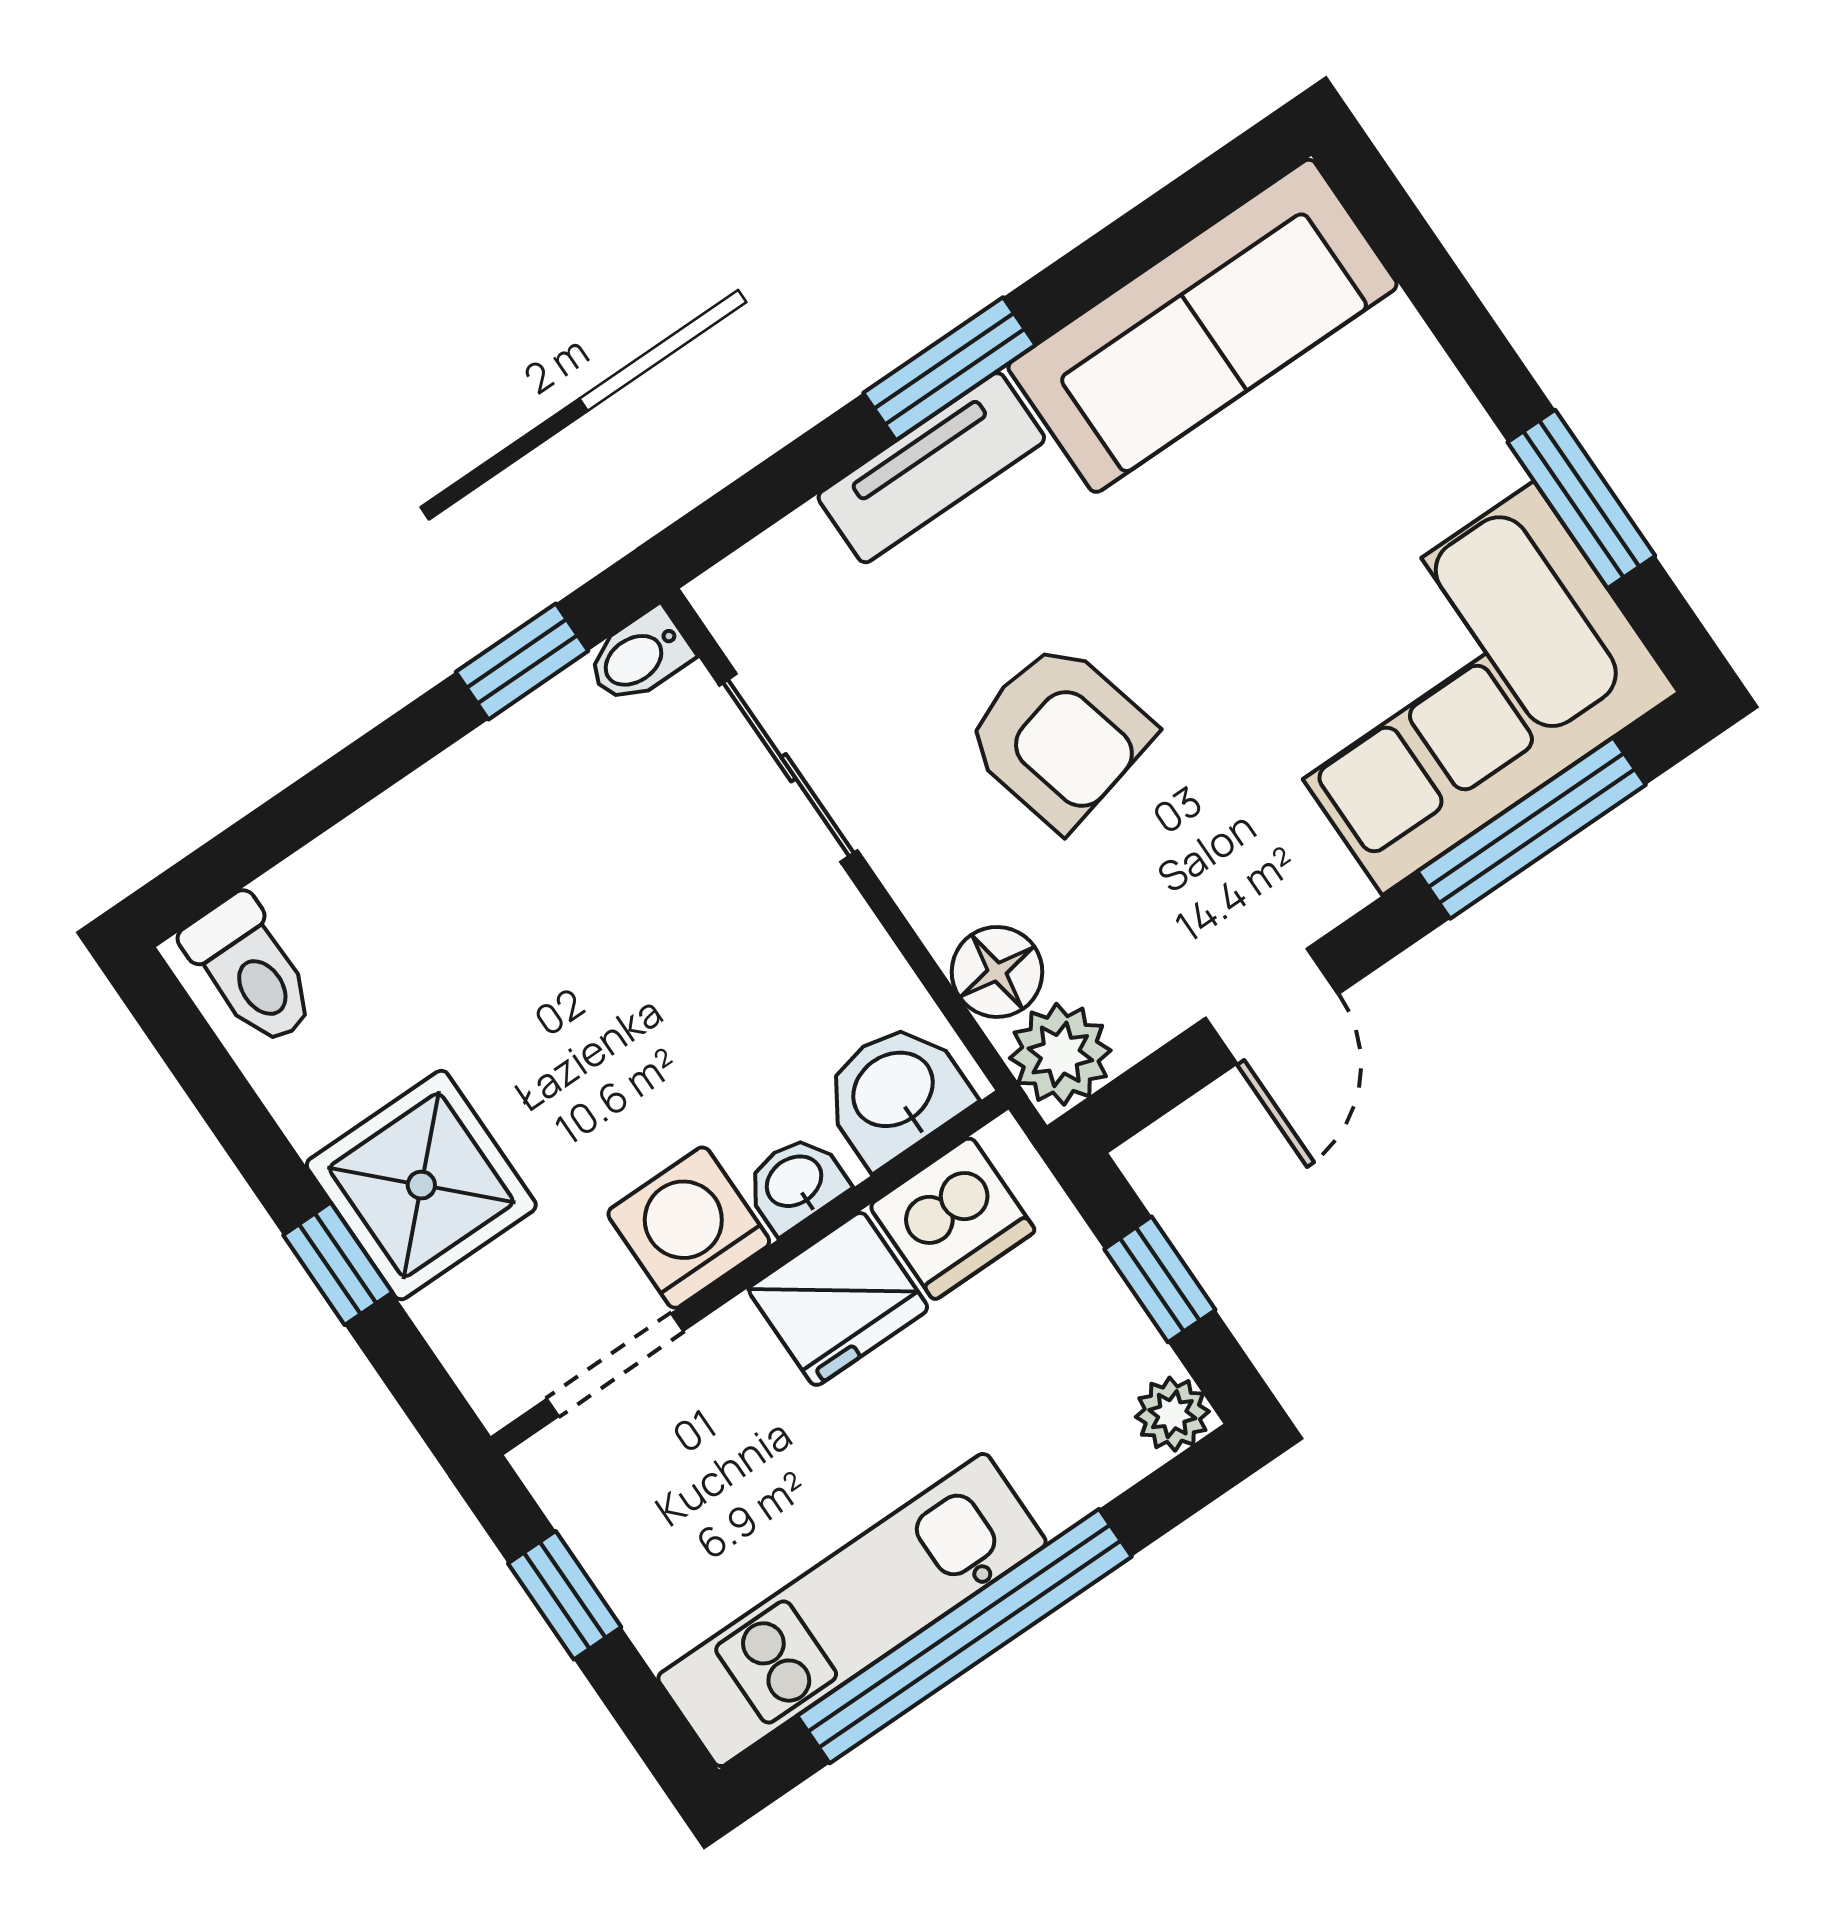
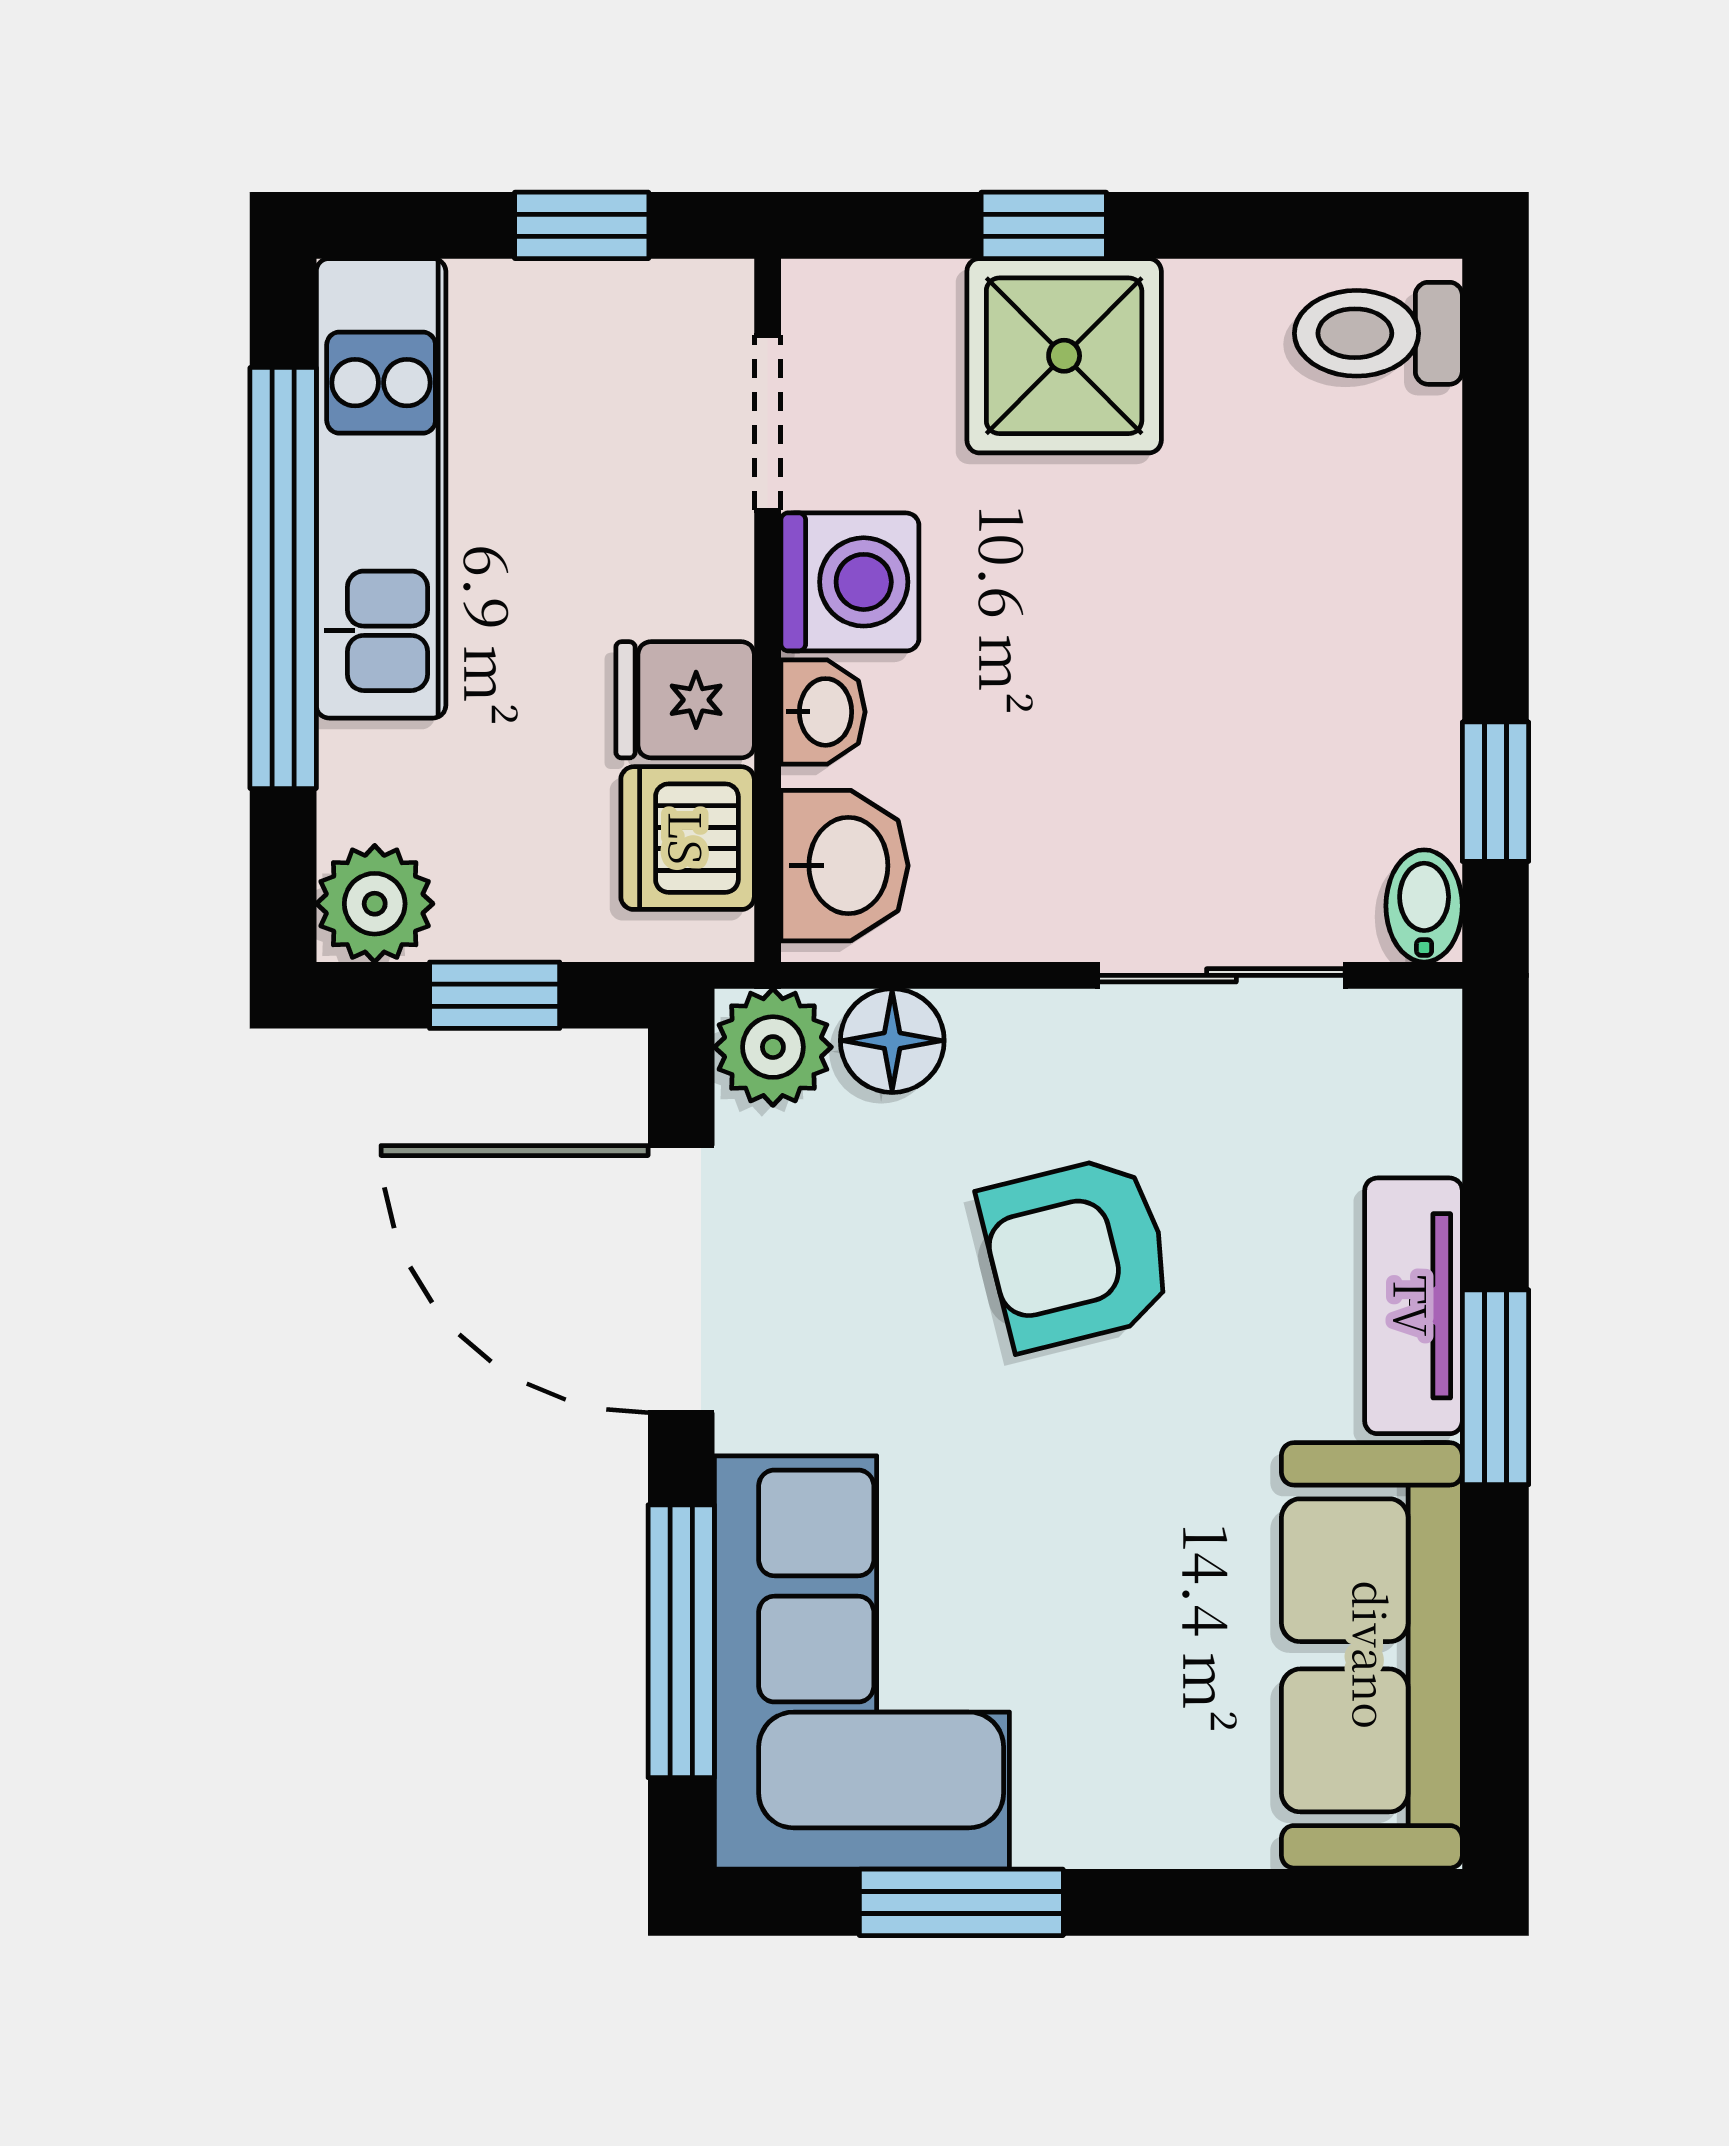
door: (1272, 1006) -> (681, 1279), width x1.87
fridge: (838, 1299) -> (685, 700), width x0.72
plant: (1172, 1414) -> (375, 904), width x1.38, depth x1.38

